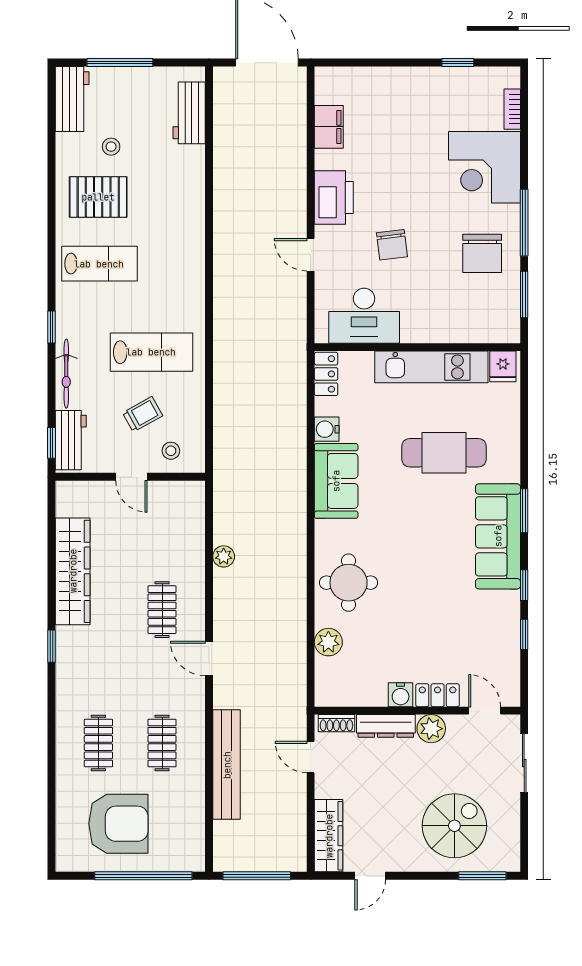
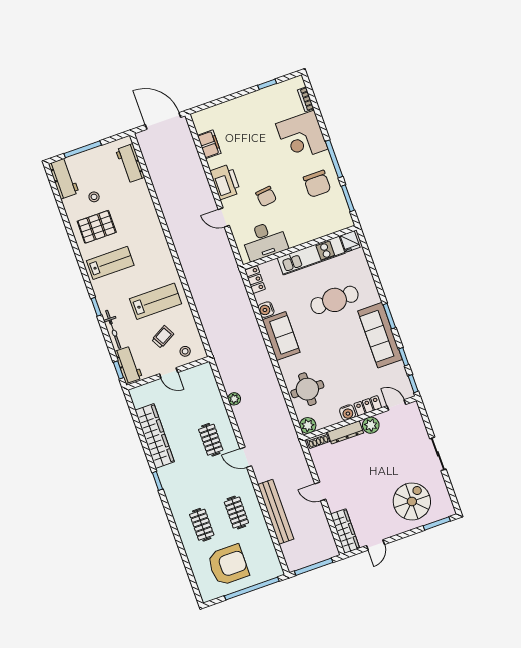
water cooler: (401, 695) -> (348, 413), moved
locker: (438, 695) -> (368, 406), moved
wall: (417, 711) -> (360, 418), moved
door: (485, 711) -> (396, 405), moved
shoe rack: (336, 723) -> (318, 440), moved
dresser: (386, 726) -> (345, 432), moved
plant: (431, 729) -> (371, 425), moved

